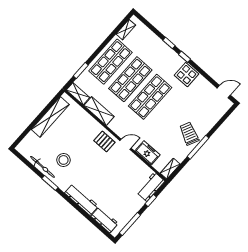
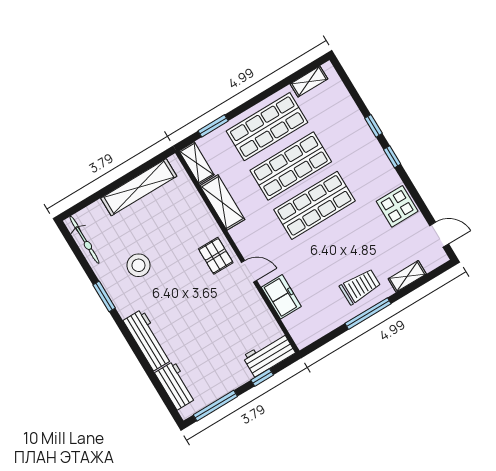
display table: (186, 75) -> (397, 206), moved
trolley: (189, 134) -> (360, 286), turned 65
bicycle: (43, 167) -> (84, 240), moved
shelving: (170, 169) -> (407, 276), moved

